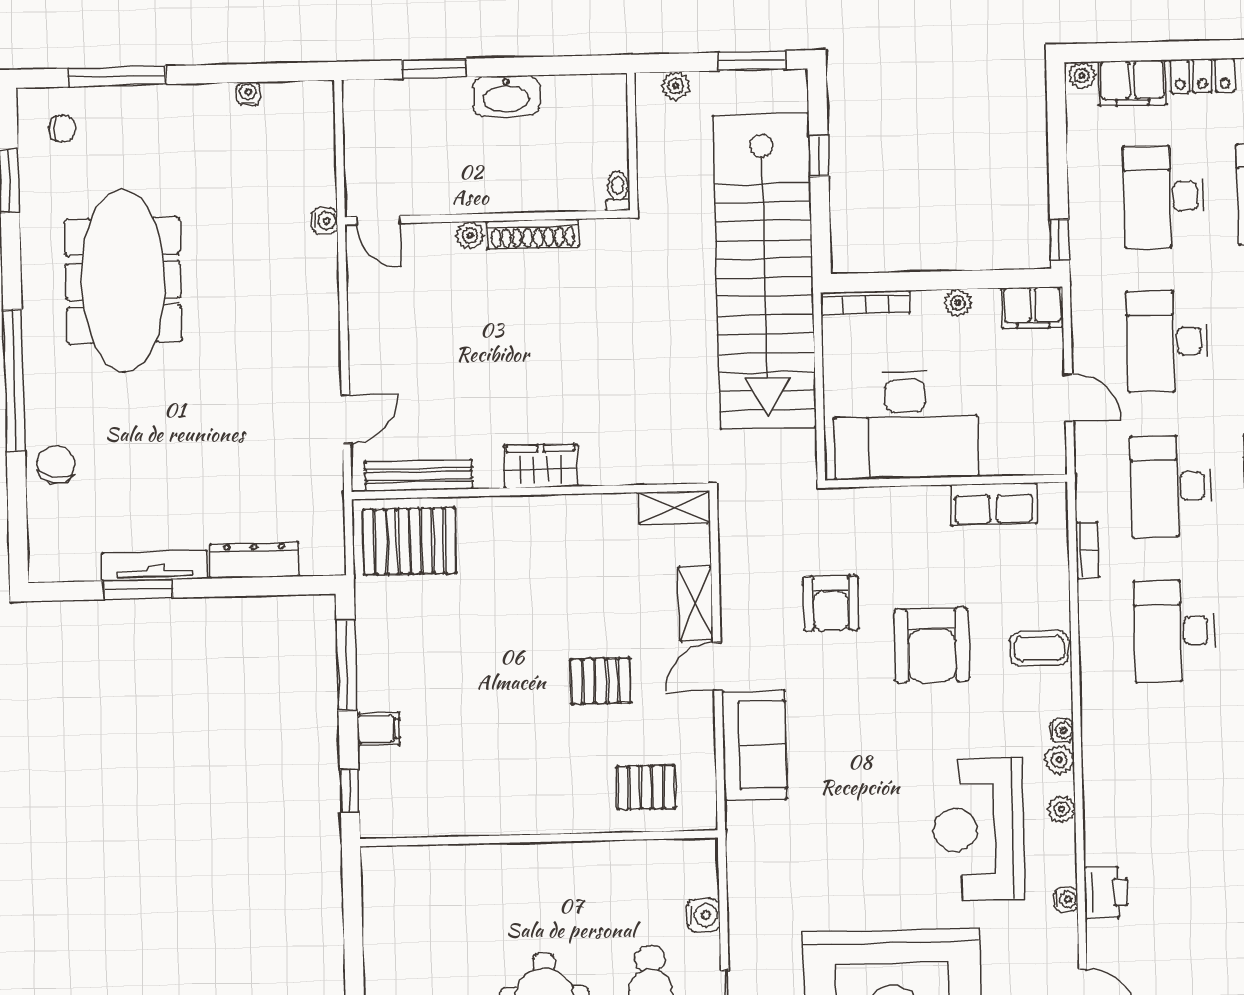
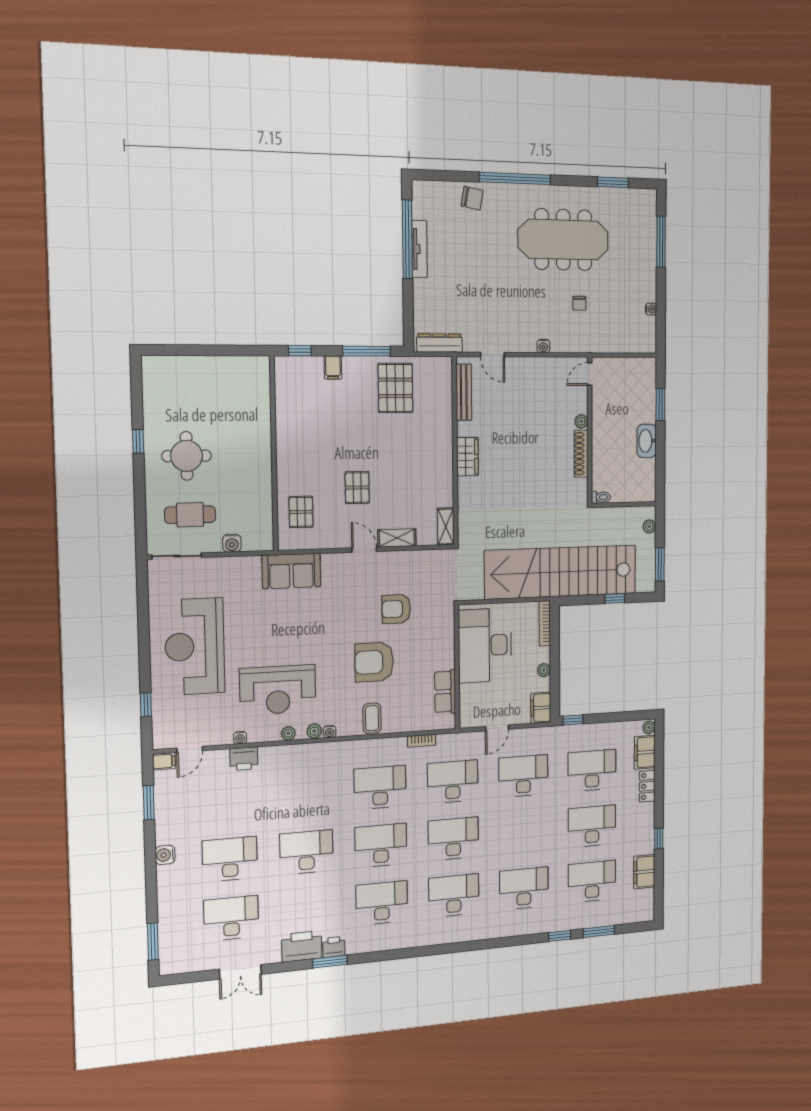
chair: (62, 128) -> (579, 303), moved
water cooler: (325, 221) -> (543, 346), moved
pallet: (410, 541) -> (395, 388), moved
dresser: (254, 560) -> (439, 343), moved, turned -90
window: (138, 589) -> (407, 239), width x2.11
sofa: (754, 745) -> (291, 571), moved
reception desk: (978, 829) -> (278, 690), turned 180

